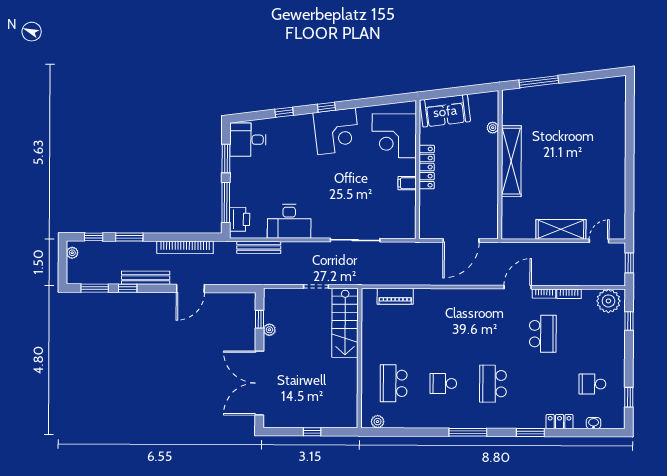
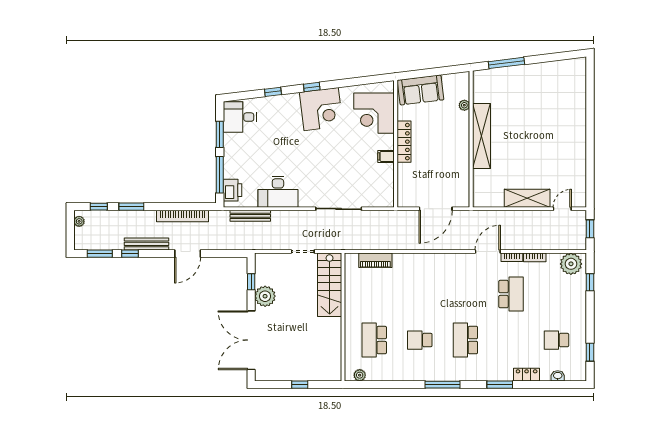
plant: (269, 330) -> (265, 296), width x1.87, depth x1.87

